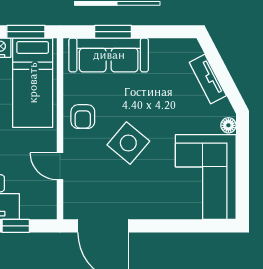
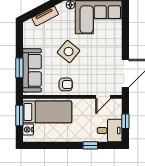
side table: (128, 143) -> (69, 52), moved
door: (60, 166) -> (103, 97), moved

